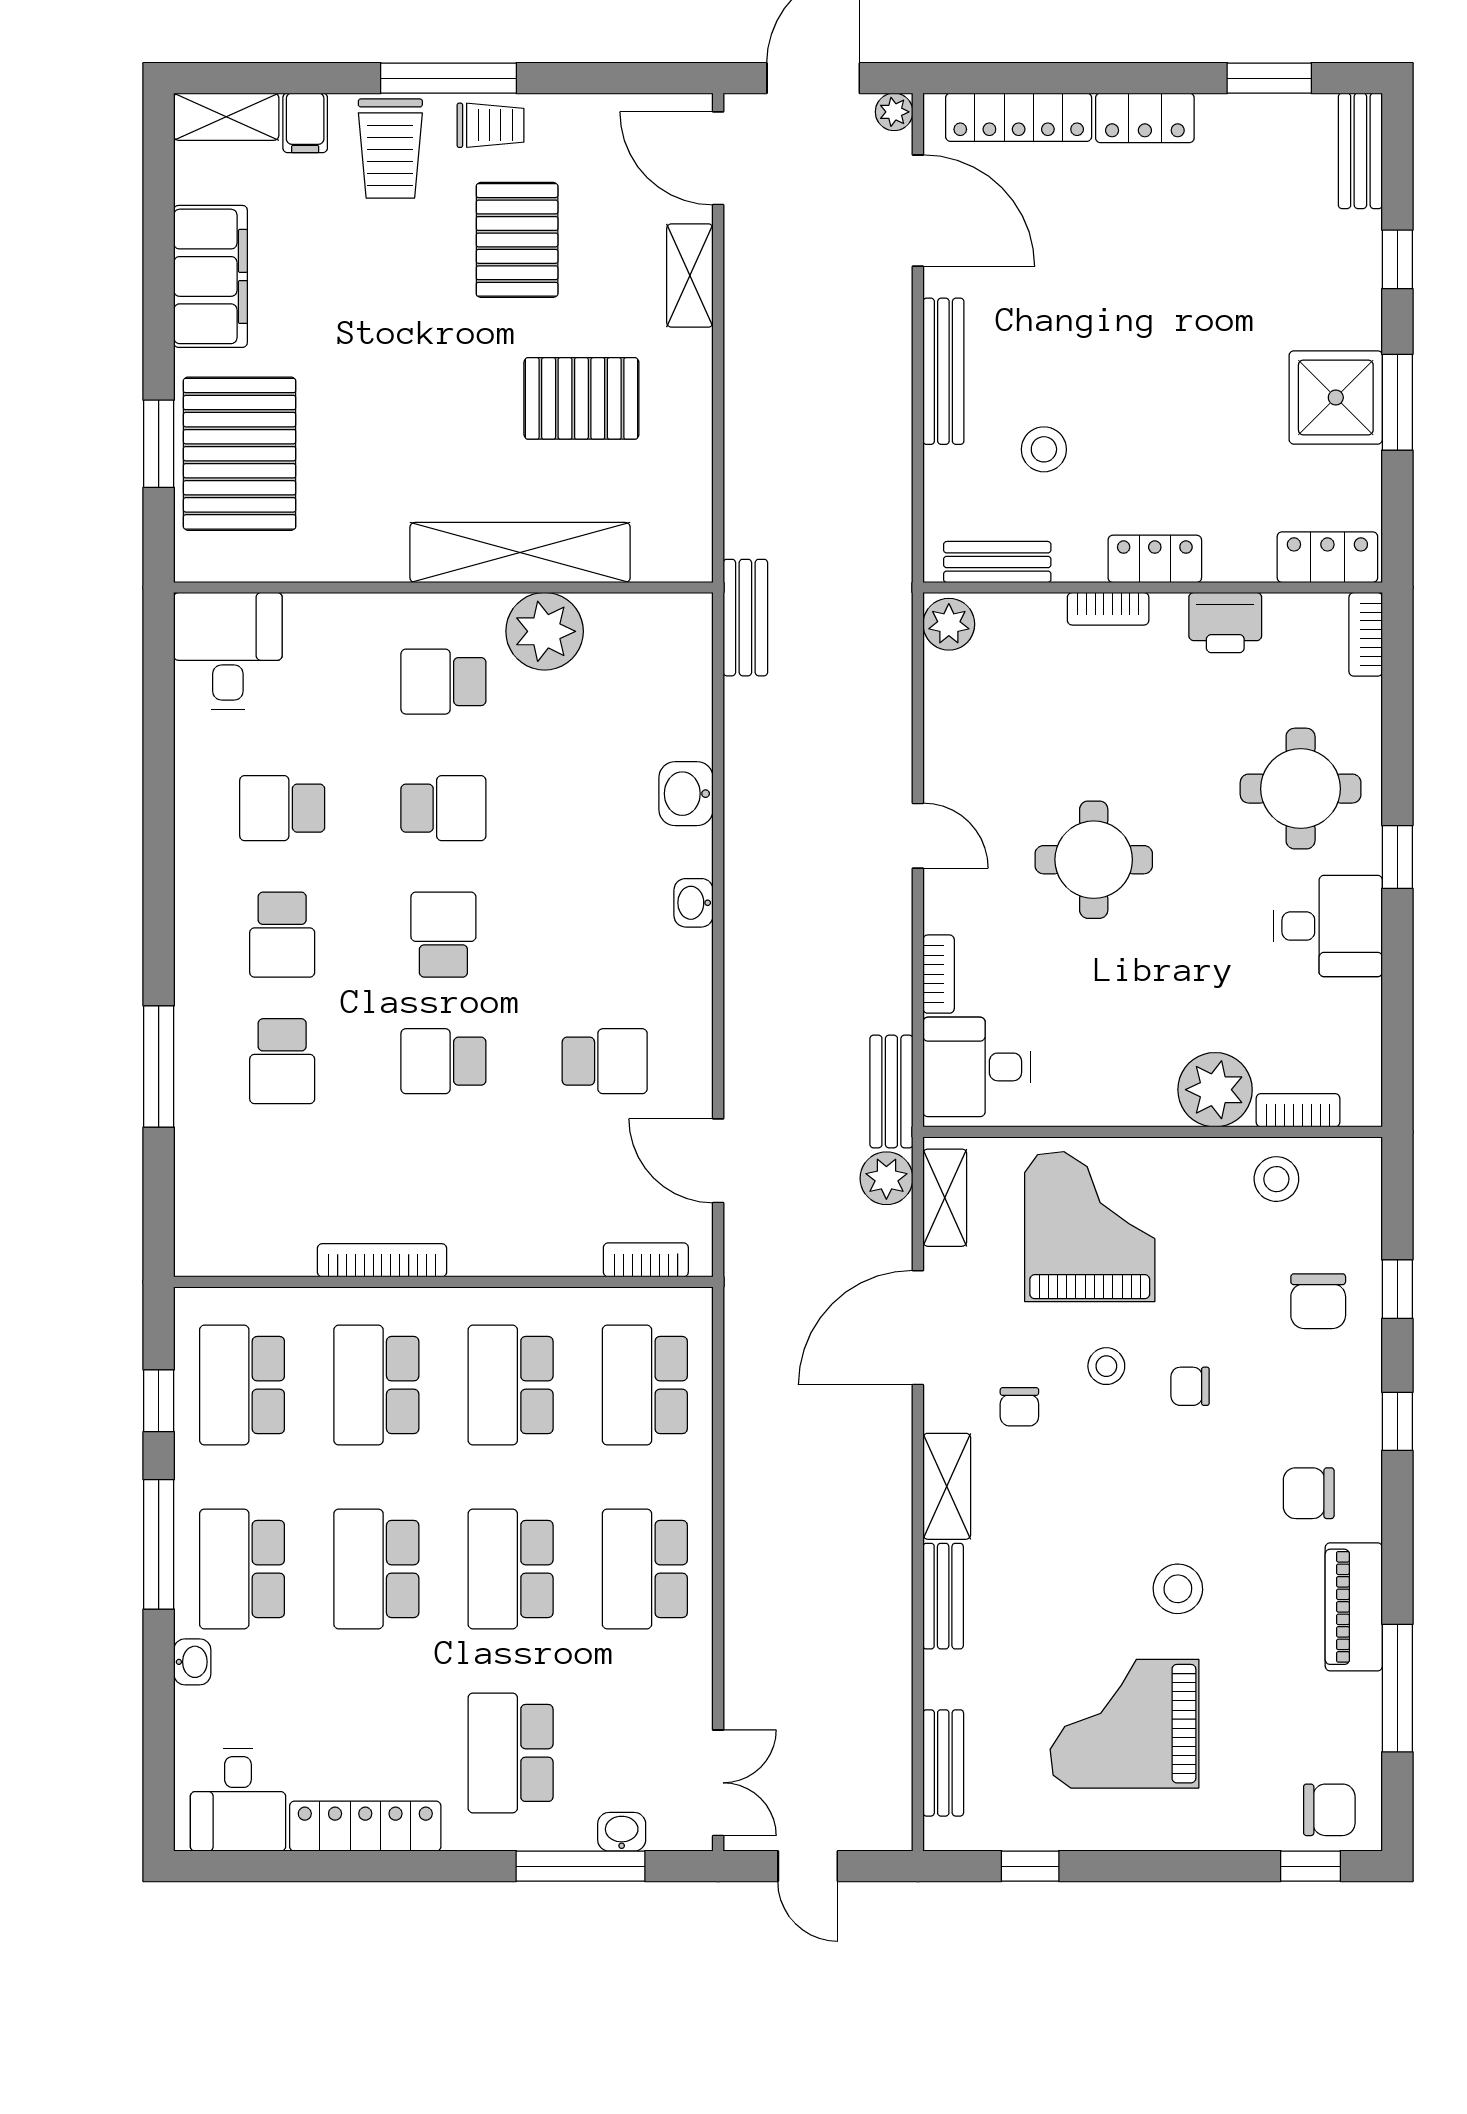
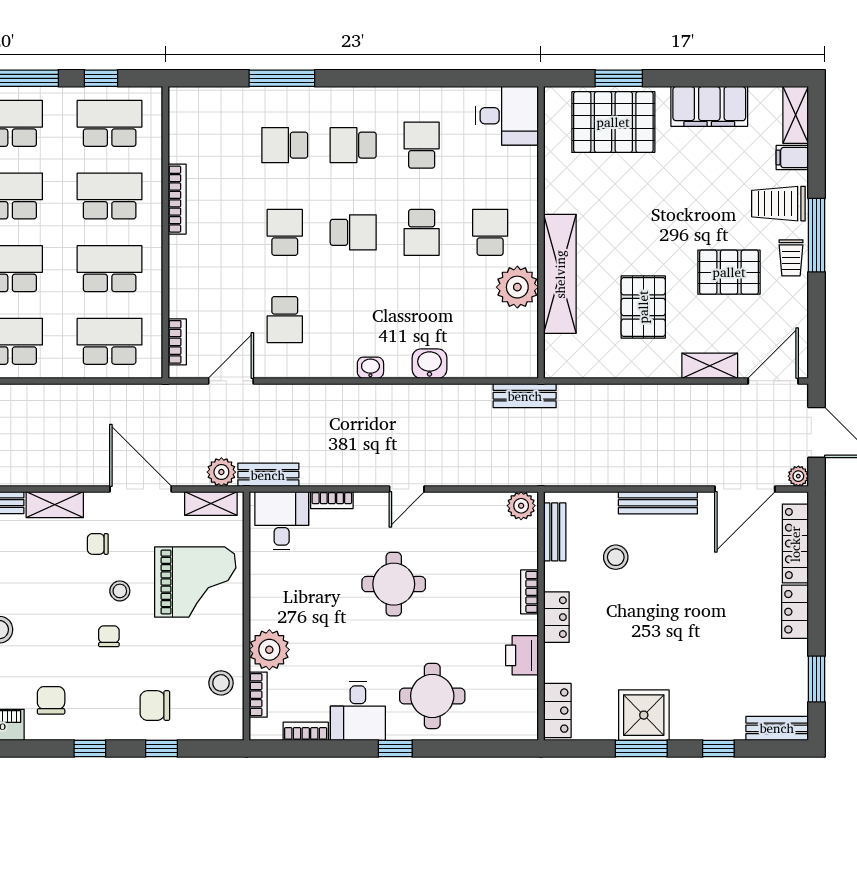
bookcase: (1366, 634) -> (306, 731), moved

